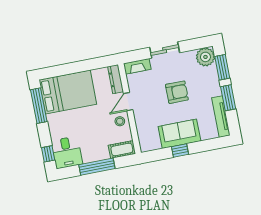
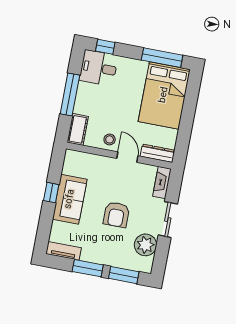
plant: (205, 57) -> (145, 245), moved
tv unit: (221, 117) -> (64, 251), width x0.71

